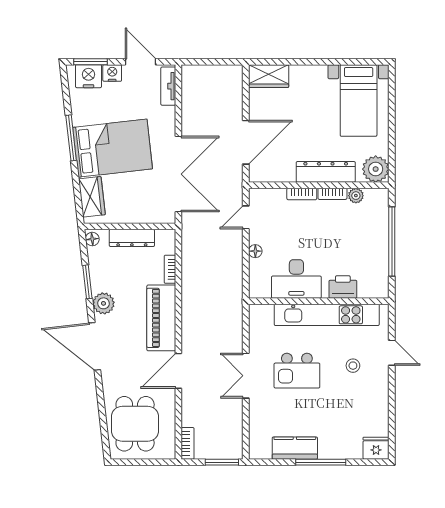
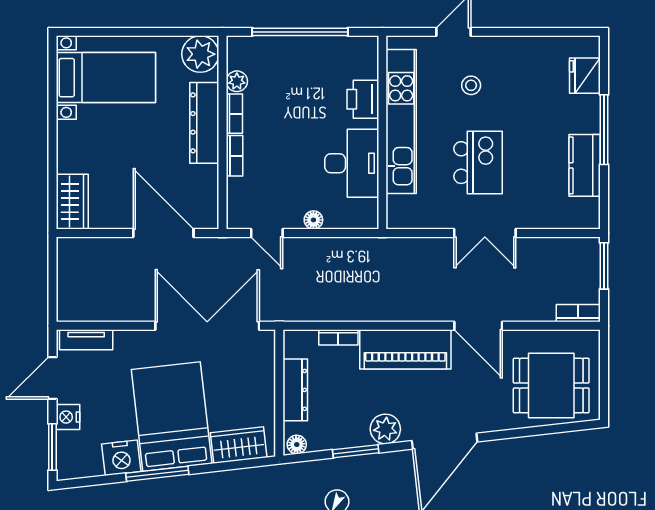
nightstand: (89, 76) -> (121, 458), moved, turned -96
fridge: (376, 448) -> (585, 76), moved

